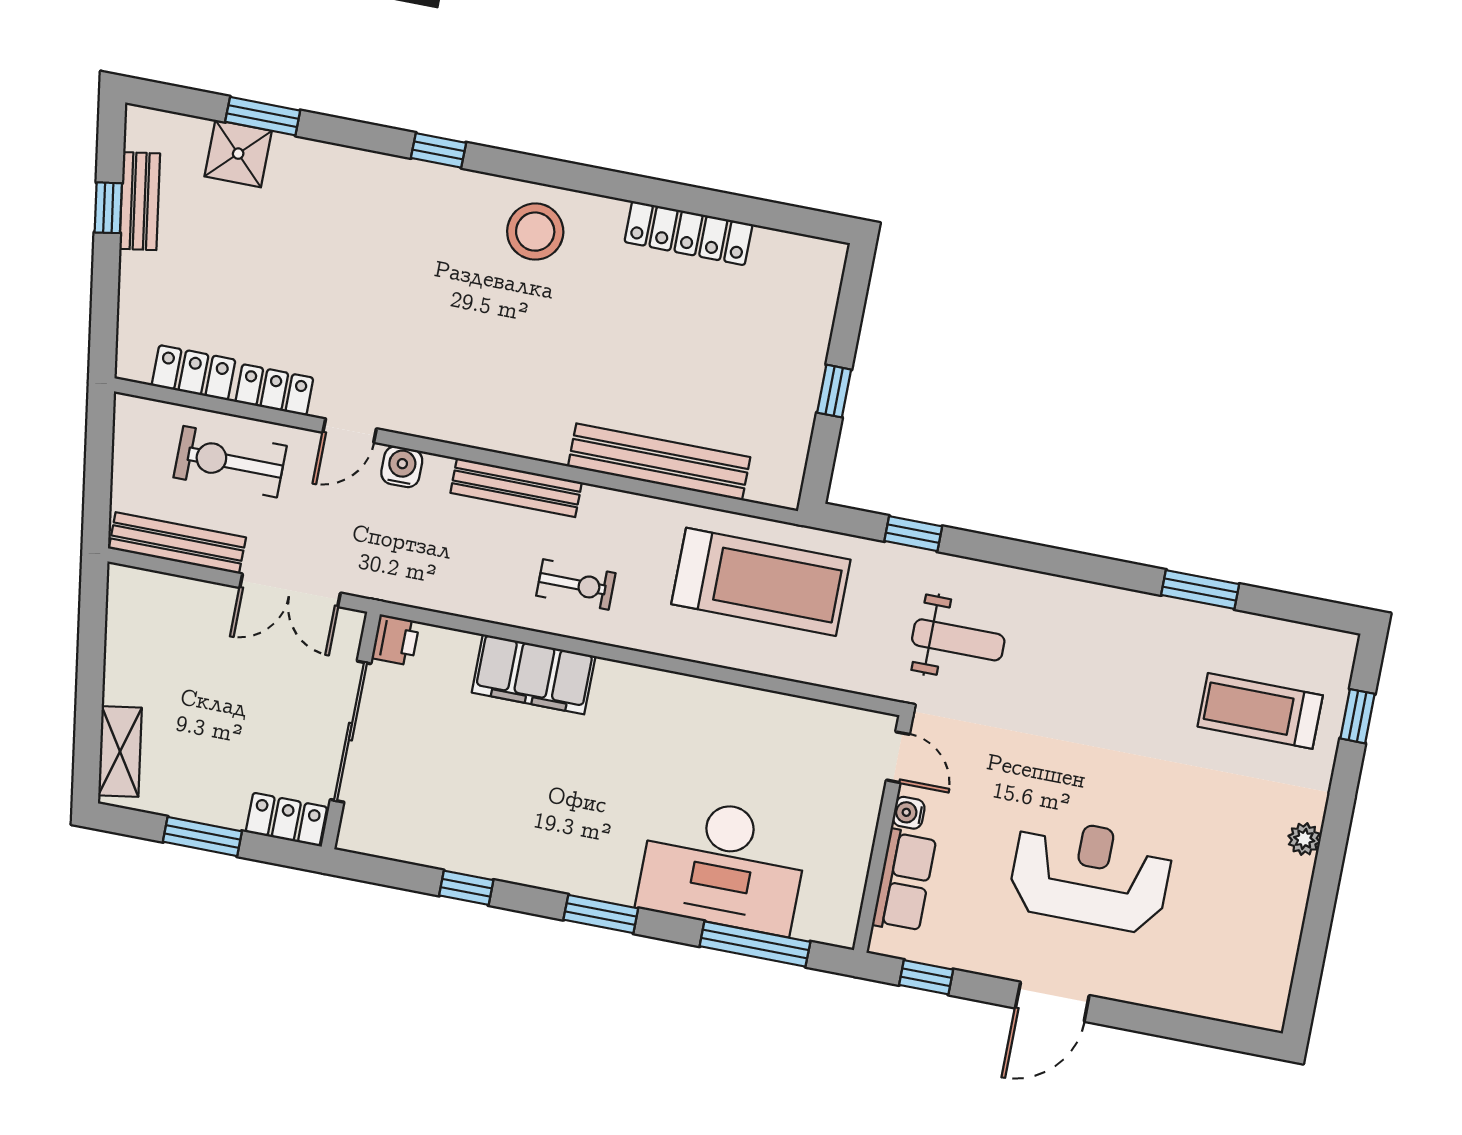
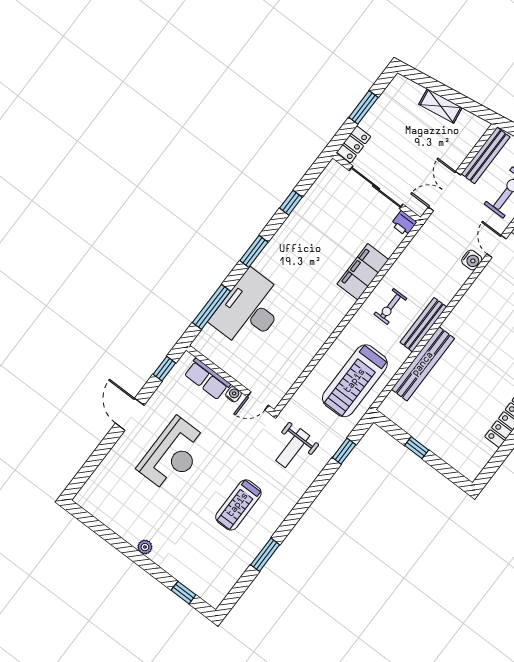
bench: (516, 488) -> (423, 325), moved
treadmill: (1260, 711) -> (238, 505), moved, turned 180
shelving: (120, 752) -> (440, 106), moved

